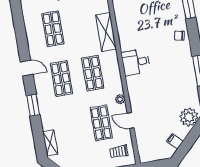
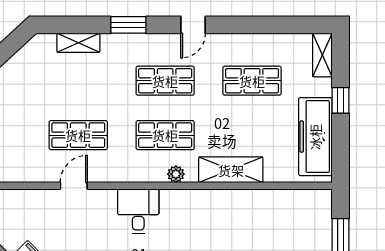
desk: (136, 62) -> (138, 211), moved
plant: (120, 99) -> (176, 174), moved
shelving: (50, 143) -> (78, 43), moved
trolley: (119, 152) -> (25, 157), removed

